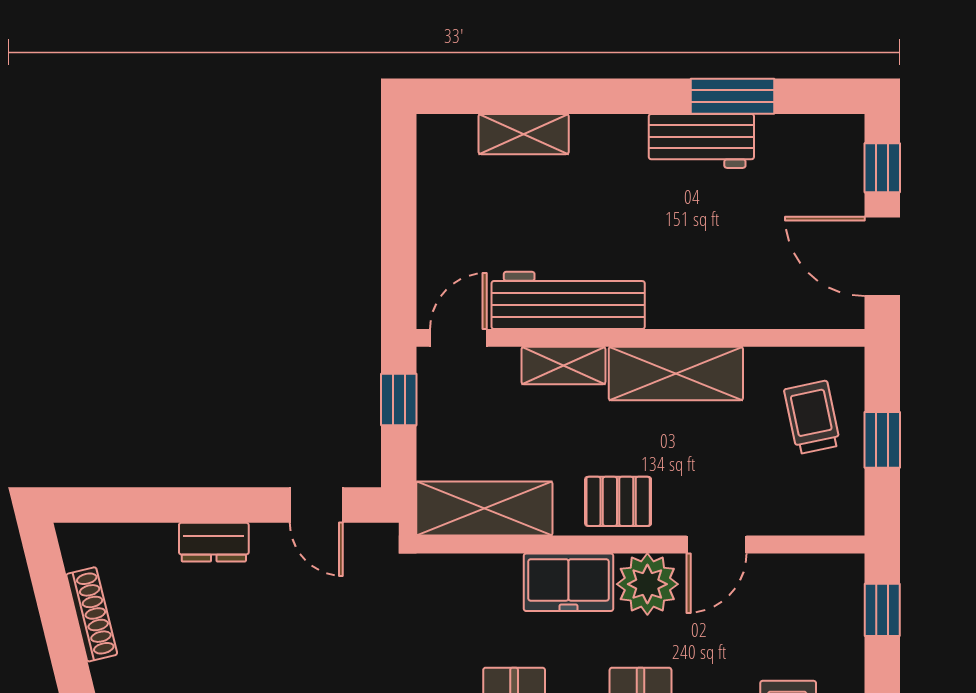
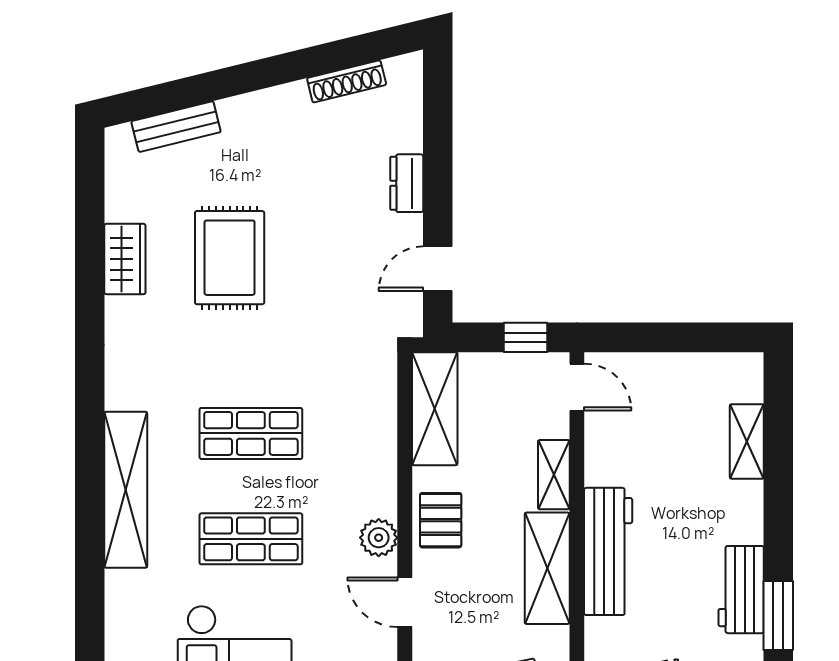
workbench: (568, 300) -> (608, 551), moved
freezer: (569, 582) -> (373, 479), removed
plant: (647, 584) -> (379, 538), width x0.73, depth x0.73

